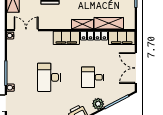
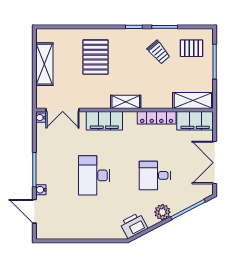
shelving: (109, 23) -> (193, 100), moved
shelving: (82, 24) -> (126, 102), moved
double door: (26, 30) -> (63, 110), swing flipped
filing cabinet: (66, 38) -> (104, 121), moved

